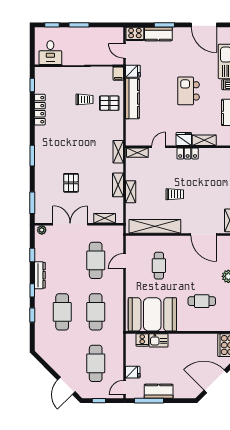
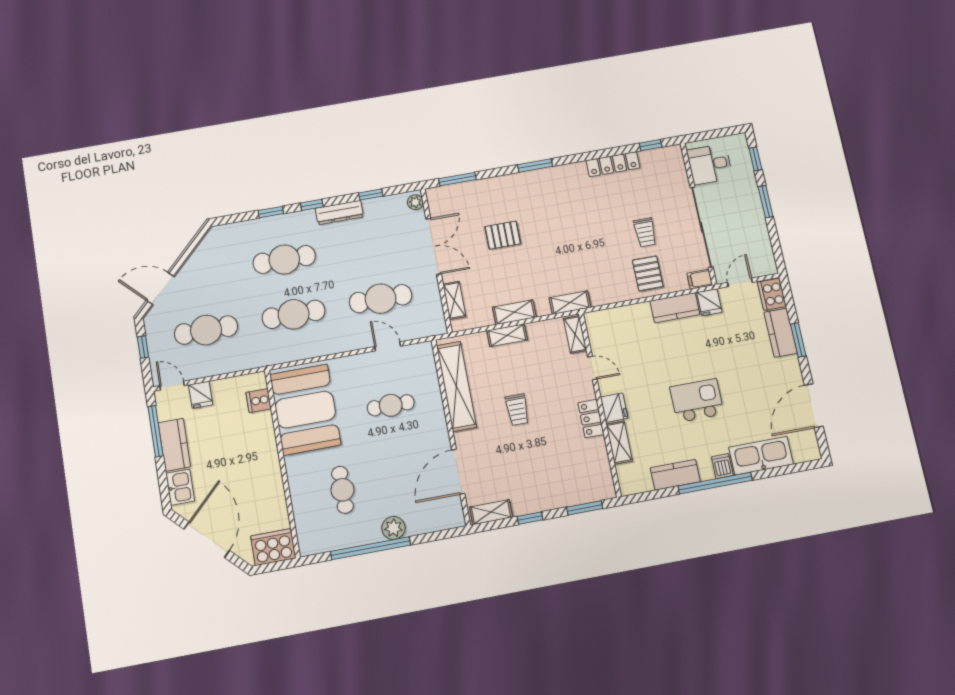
kitchen counter: (132, 99) -> (675, 308), width x0.67
kitchen sink: (159, 340) -> (180, 487), moved, turned 180

